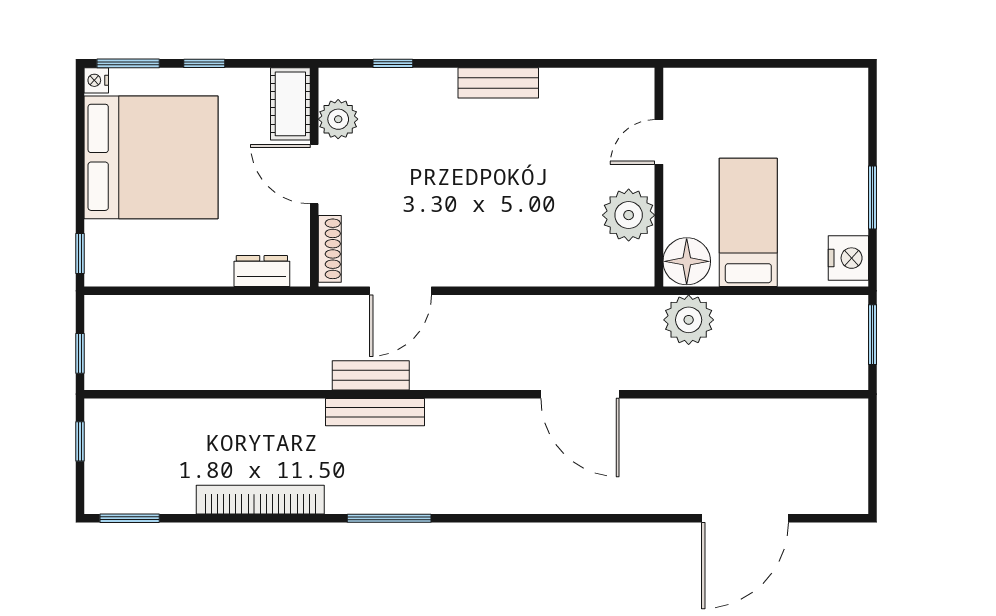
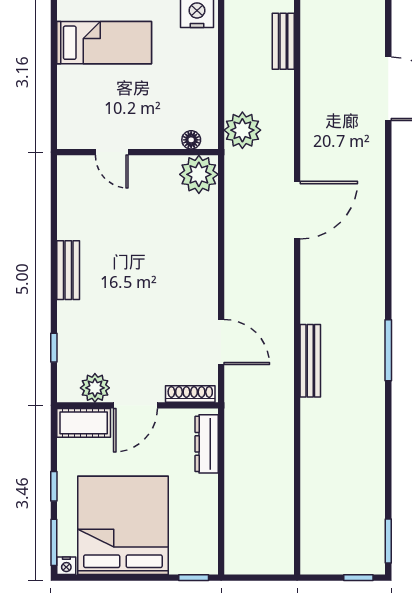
plant: (629, 215) -> (199, 174), moved
bed: (748, 222) -> (104, 43), moved, turned 180
floor lamp: (687, 261) -> (191, 140), width x0.53, depth x0.53
dresser: (262, 271) -> (207, 444), width x1.44
window: (80, 353) -> (267, 578), removed
bench: (371, 375) -> (283, 41), moved
window: (80, 441) -> (358, 578), moved
bookcase: (260, 500) -> (375, 445), removed

